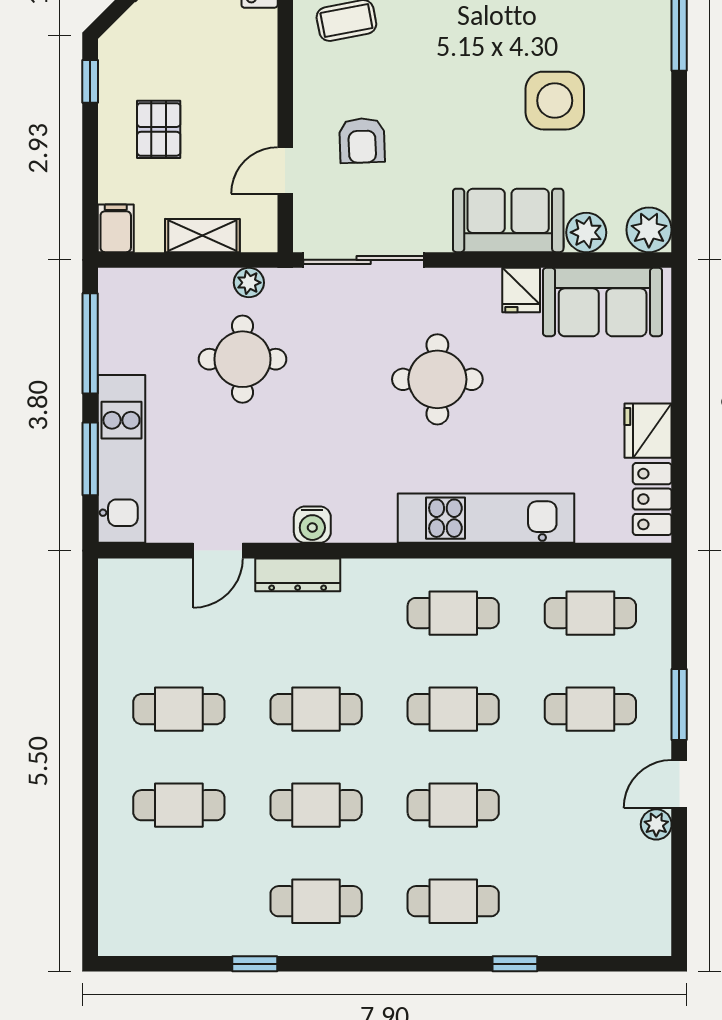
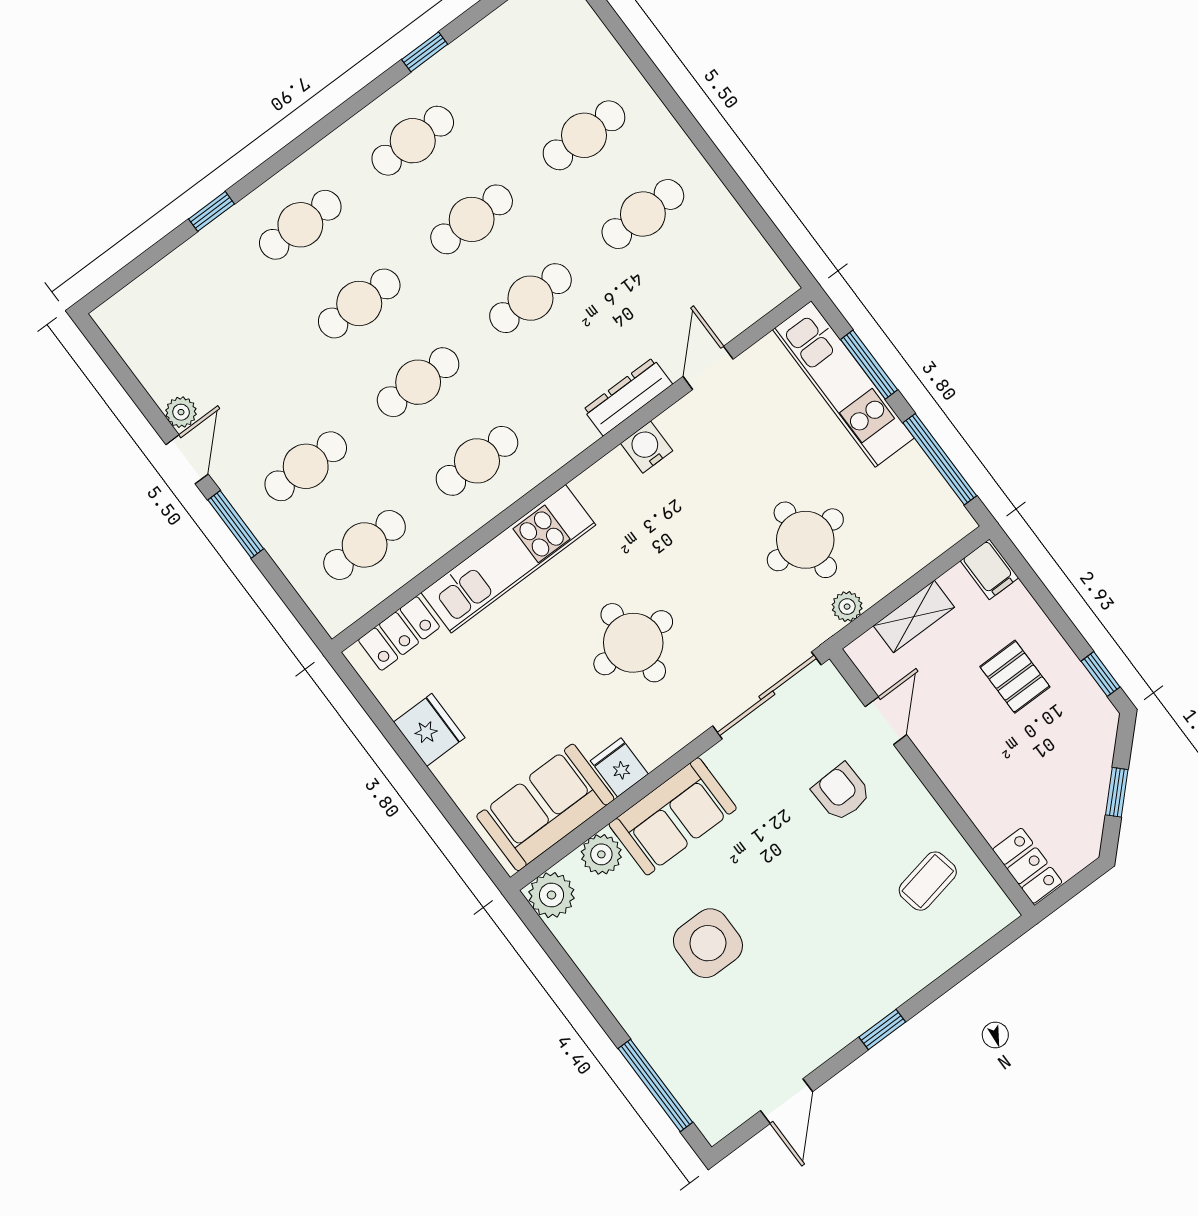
locker: (652, 499) -> (399, 633), moved, turned 90

